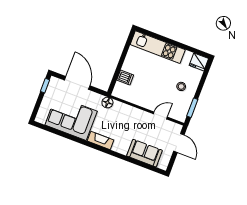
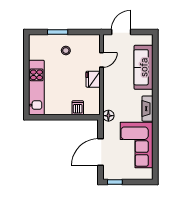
fridge: (199, 62) -> (93, 79), moved, turned 180
window: (192, 108) -> (58, 32), moved
door: (160, 115) -> (101, 60), swing flipped
sofa: (145, 153) -> (144, 67), width x1.36

